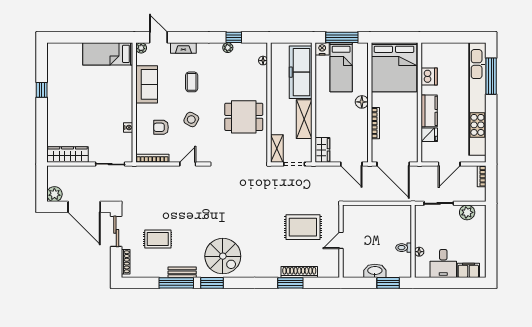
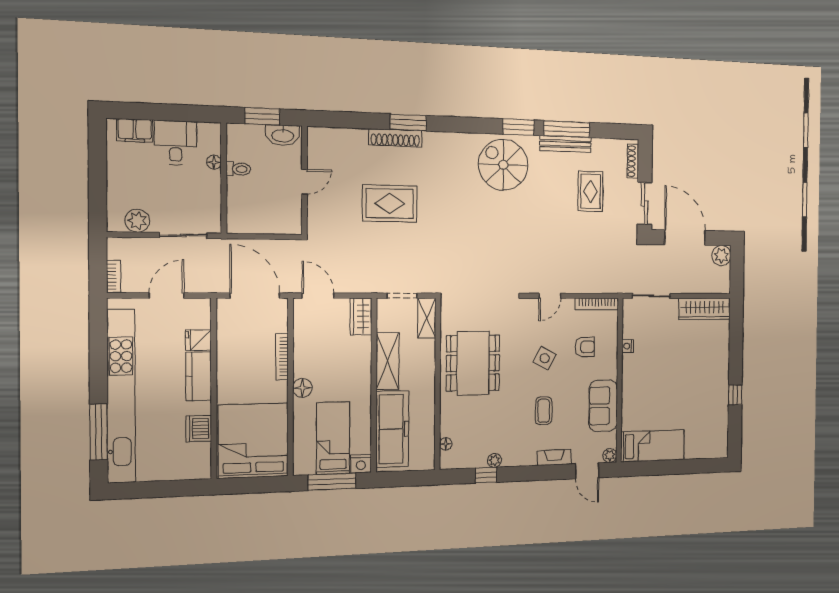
dining table: (244, 117) -> (473, 363), width x1.37
rug: (158, 239) -> (591, 191), turned 90
door: (341, 240) -> (304, 182), moved
wall: (341, 241) -> (304, 180), moved
bench: (182, 272) -> (566, 144), width x1.36

